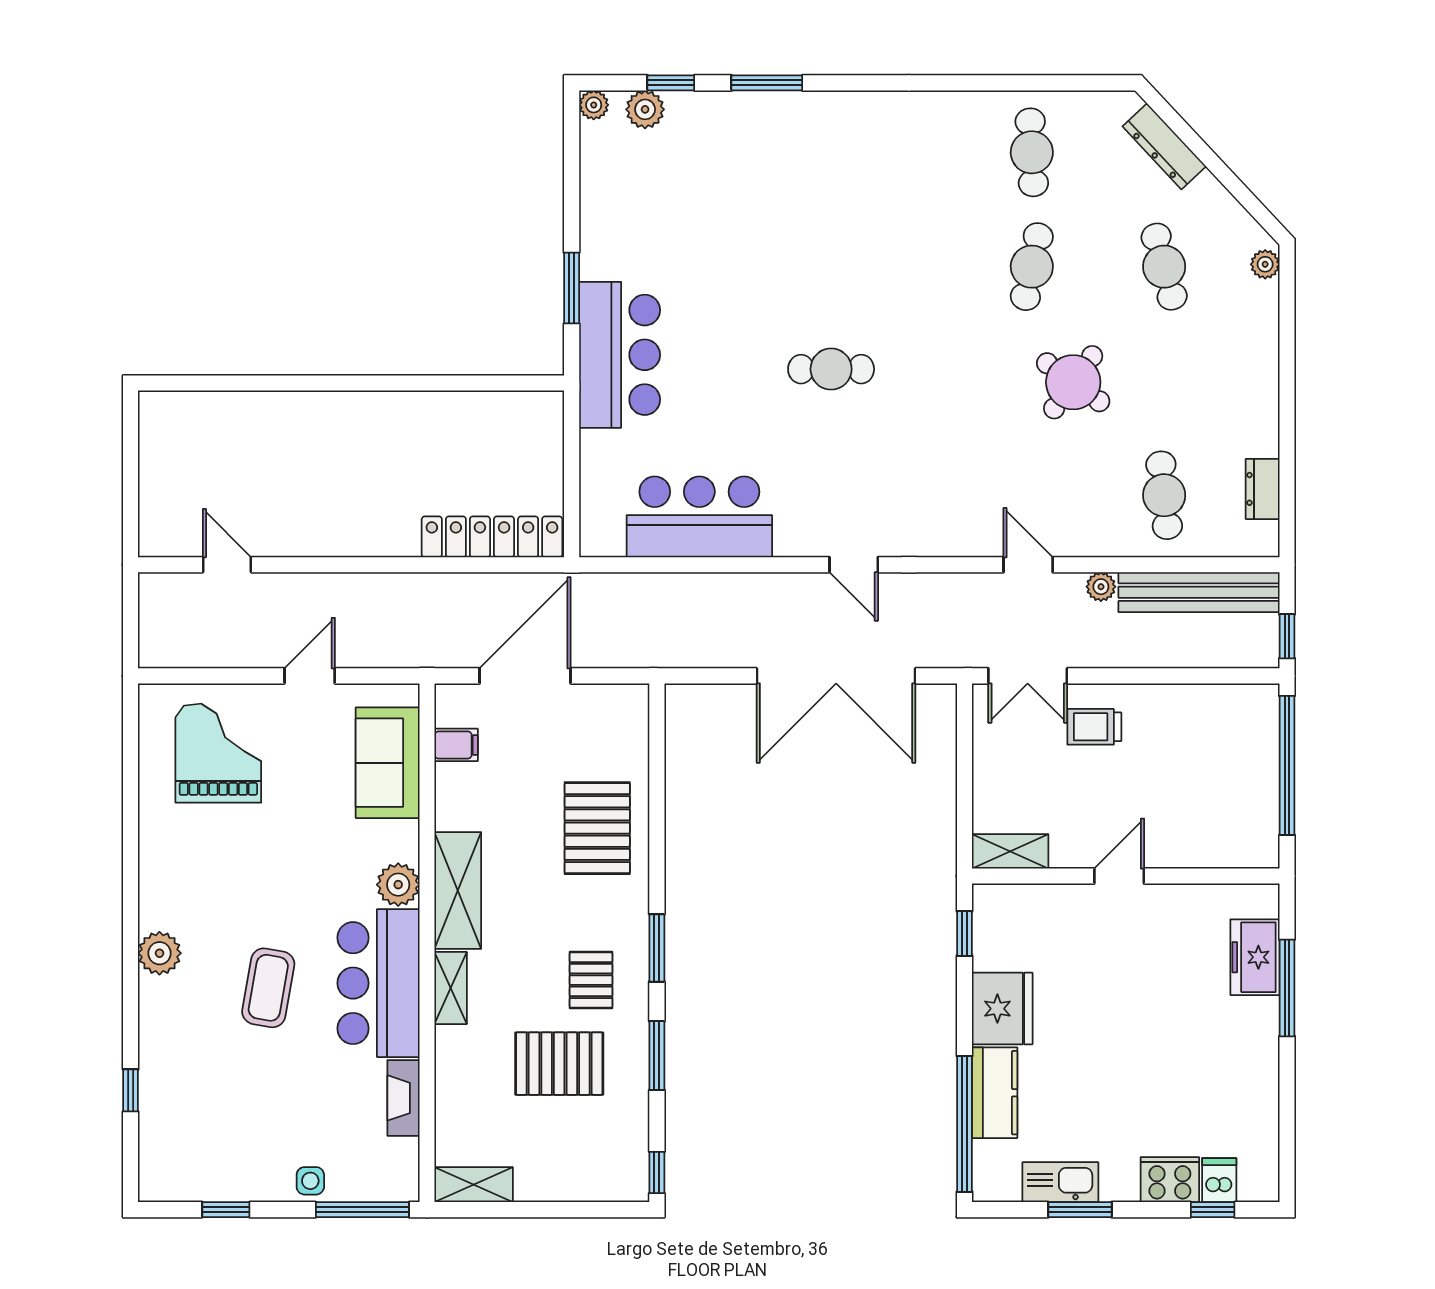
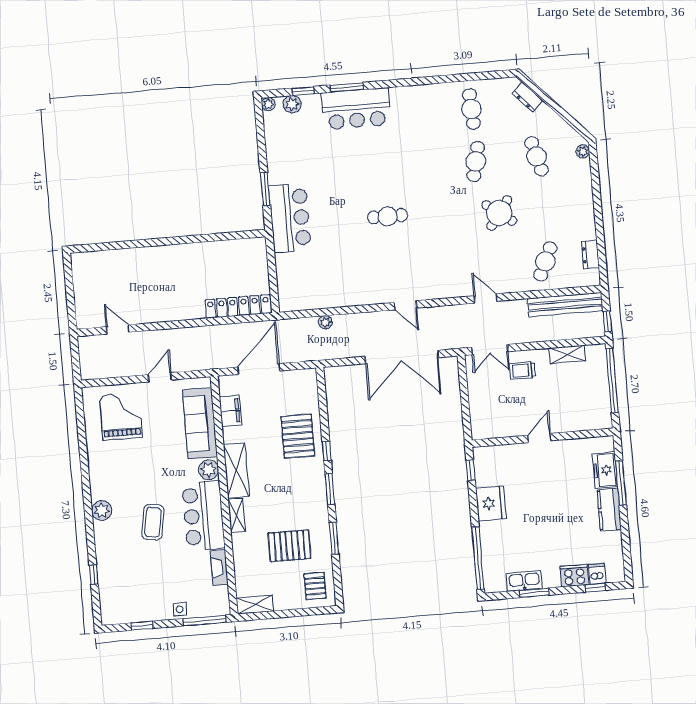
dresser: (1164, 146) -> (528, 97), width x0.70
cafe table: (1164, 495) -> (545, 261), turned 30
bar counter: (699, 517) -> (356, 109), moved, turned 180
plant: (1101, 587) -> (325, 322), moved
filing cabinet: (456, 745) -> (230, 411), width x2.00
sofa: (388, 763) -> (200, 423), width x1.36
shelving: (1010, 851) -> (567, 354), moved
pallet: (591, 980) -> (315, 586), moved
kitchen counter: (995, 1093) -> (609, 510), moved, turned 180
window: (657, 1173) -> (327, 451), moved

